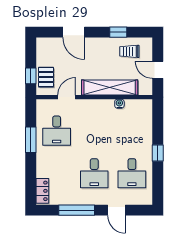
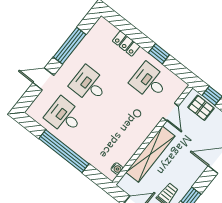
water cooler: (119, 104) -> (117, 169), moved
window: (31, 140) -> (159, 54), width x0.67
window: (158, 153) -> (64, 151), width x3.17
locker: (42, 191) -> (126, 44), moved

